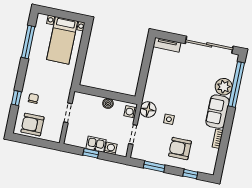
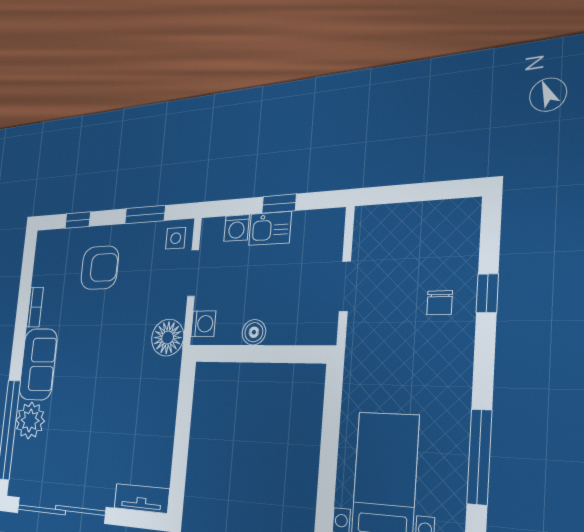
side table: (169, 119) -> (176, 238), moved
armchair: (32, 125) -> (432, 234), removed

